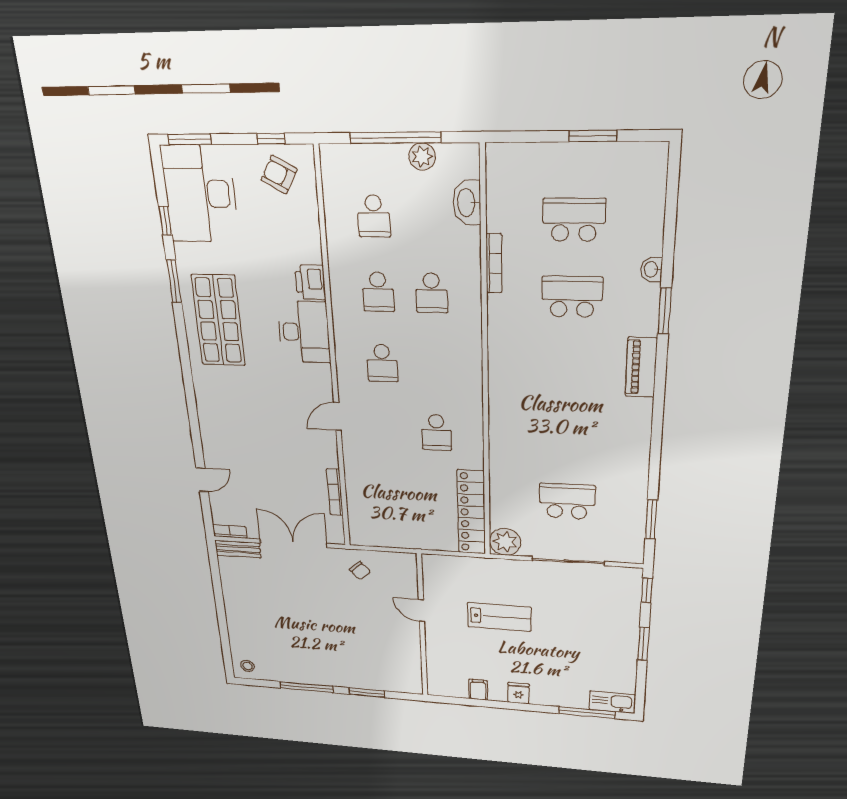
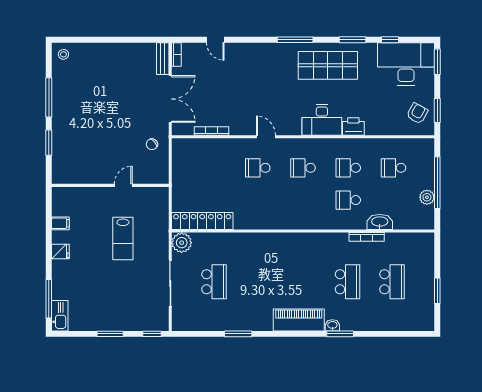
window: (271, 139) -> (437, 111), width x1.50
washbasin: (467, 203) -> (380, 222), moved
washbasin: (651, 269) -> (332, 325), moved
piano: (641, 367) -> (299, 320), width x1.37, depth x1.33
window: (186, 368) -> (295, 40), added
school desk: (436, 432) -> (258, 168), moved
window: (651, 520) -> (238, 334), moved

